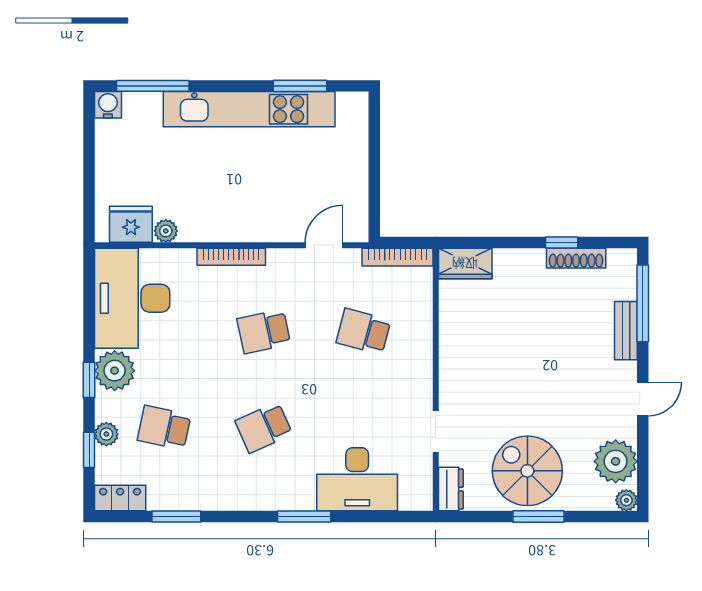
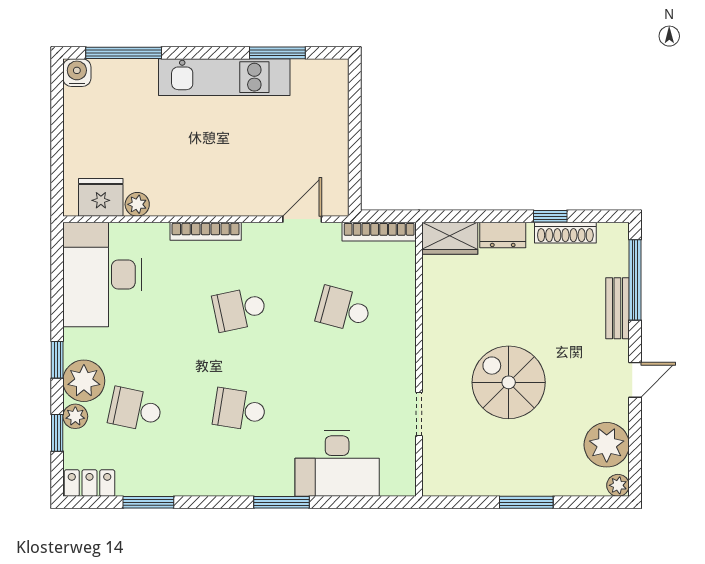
kitchen unit: (249, 109) -> (224, 77), width x0.73
plant: (115, 371) -> (84, 381), moved
school desk: (264, 428) -> (240, 409), turned 33
spiral stairs: (527, 471) -> (509, 382), moved
dresser: (451, 489) -> (503, 235), moved, turned 90

